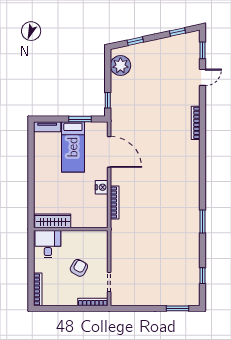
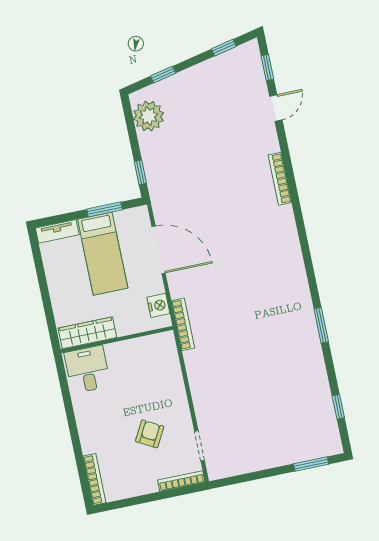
wardrobe: (53, 221) -> (87, 333), moved
wall: (71, 229) -> (117, 340), moved
desk: (48, 244) -> (87, 369), moved

